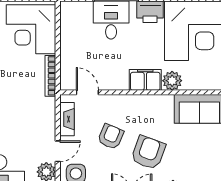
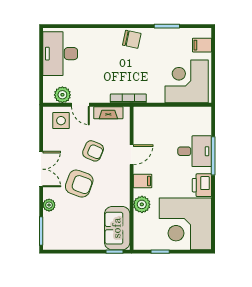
bookcase: (50, 76) -> (128, 98), moved
filing cabinet: (145, 80) -> (143, 181), width x0.50
door: (87, 92) -> (132, 155), moved

